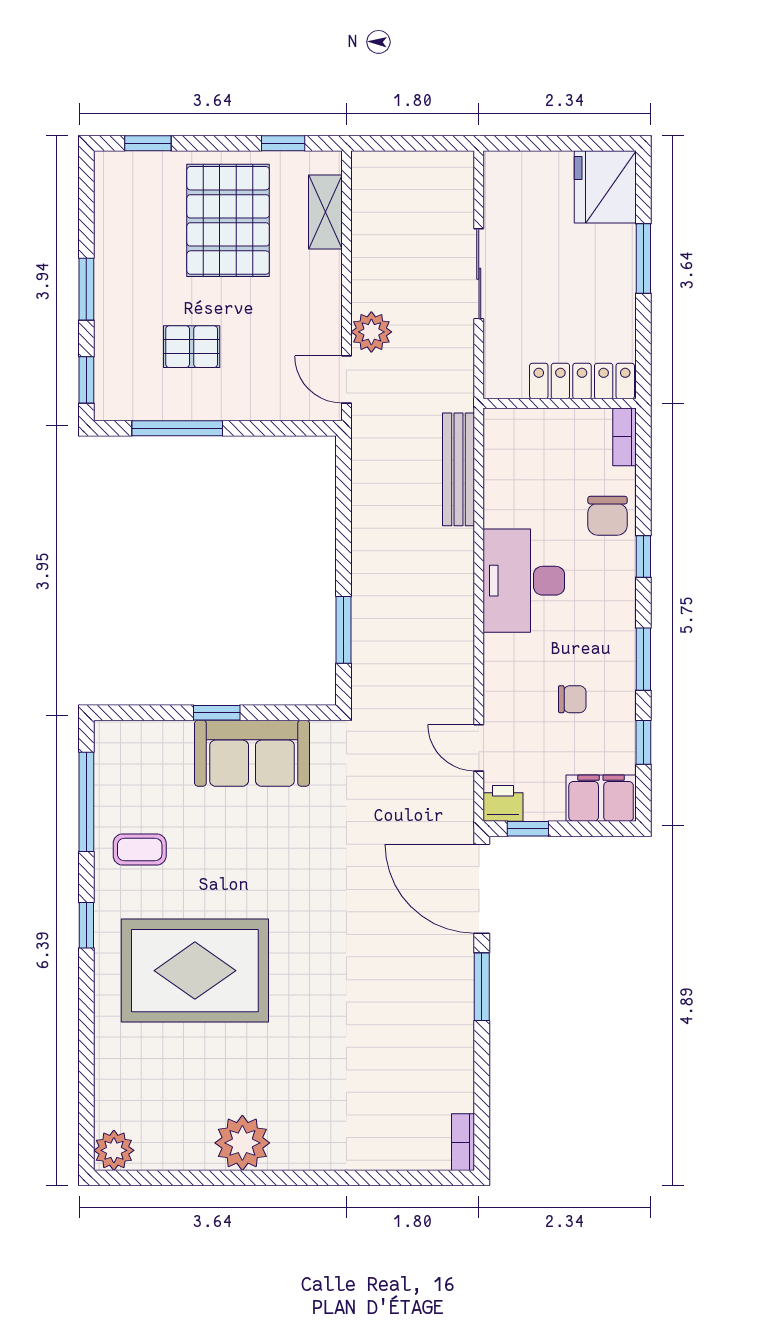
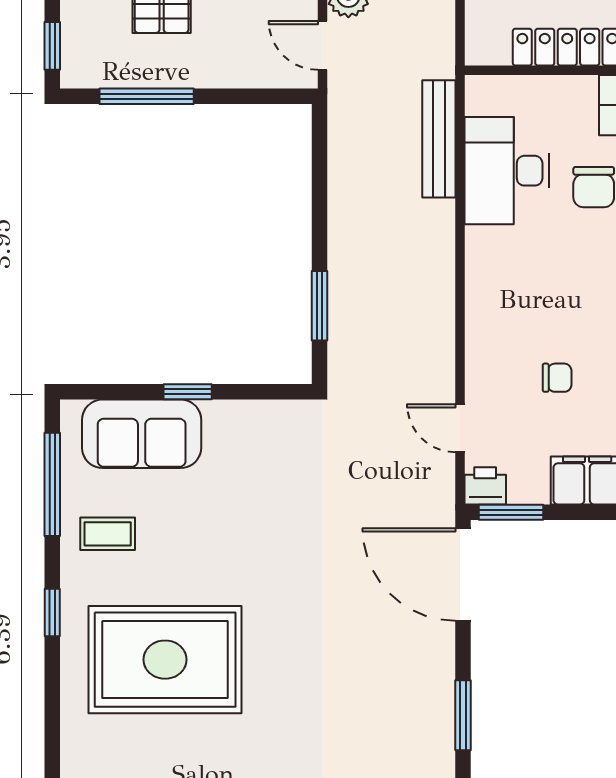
desk: (524, 581) -> (507, 171), moved
sofa: (252, 753) -> (142, 434), moved
window: (528, 829) -> (511, 512), width x1.50
window: (482, 987) -> (463, 715), moved

